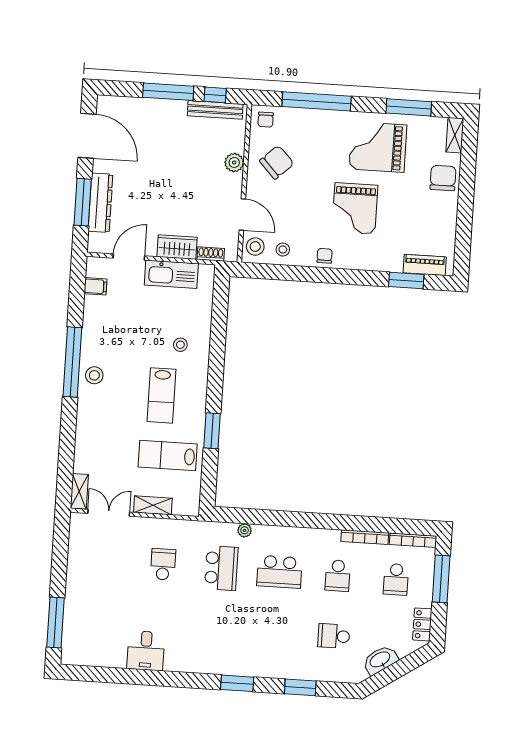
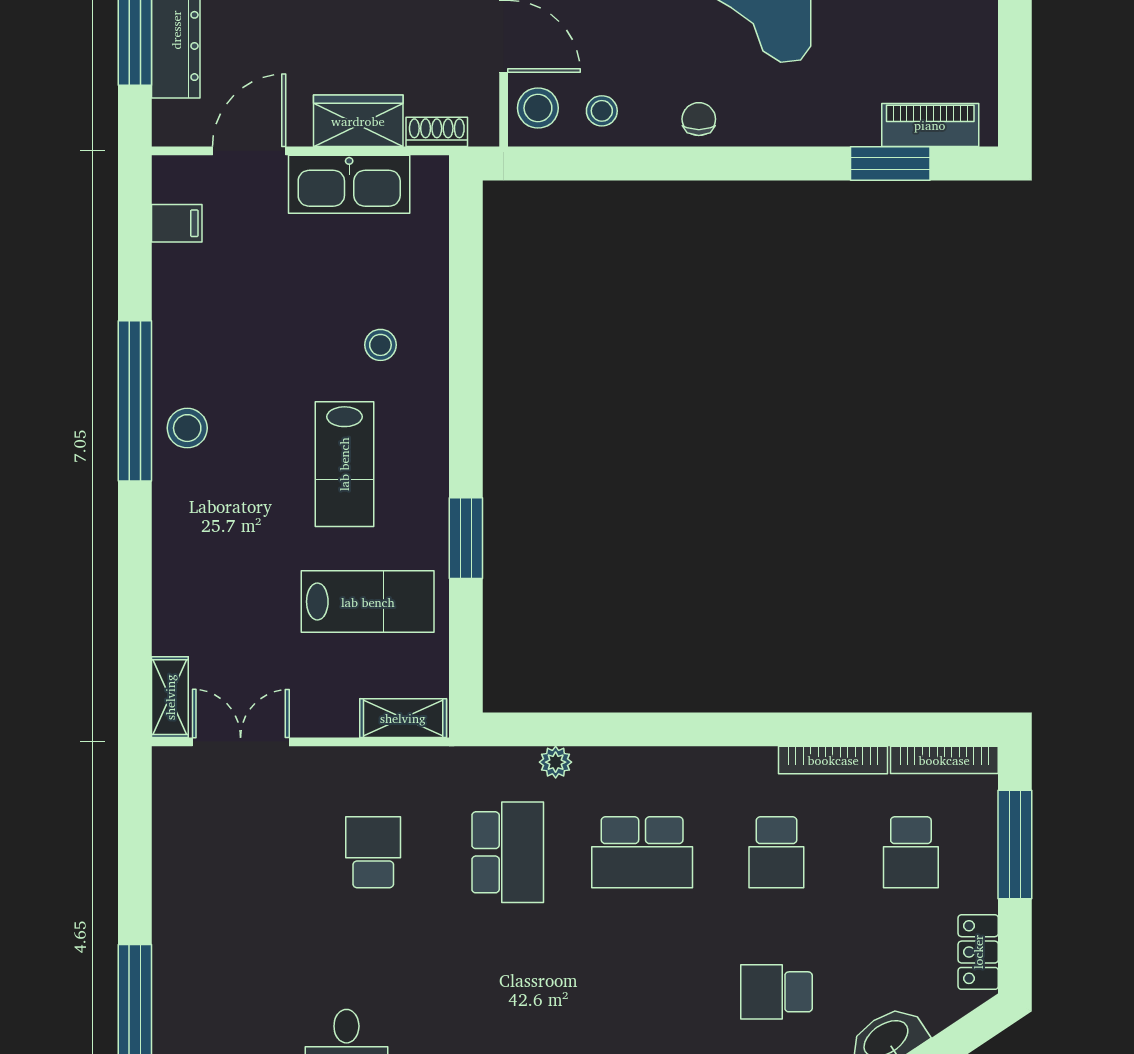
lab bench: (168, 456) -> (368, 602), turned 180
shelving: (153, 505) -> (403, 718), moved

